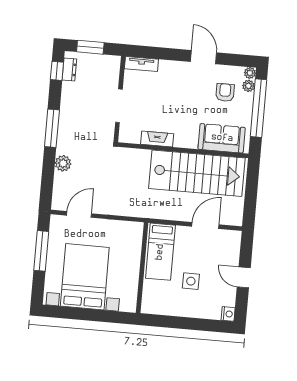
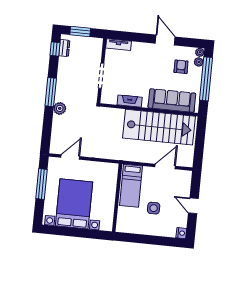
sofa: (222, 138) -> (172, 101), width x1.36
plant: (63, 163) -> (60, 108), moved

